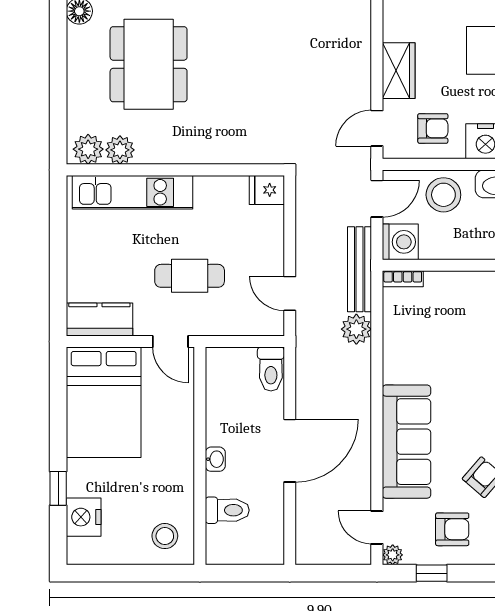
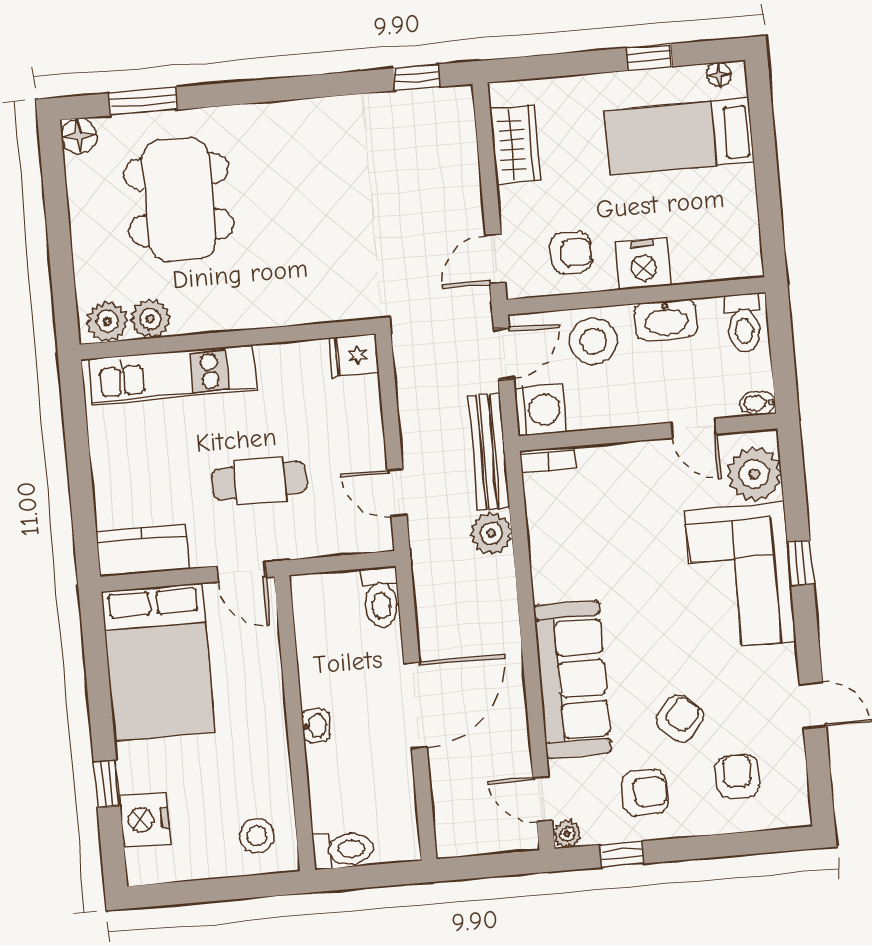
wardrobe: (399, 71) -> (515, 144), moved
toilet: (227, 510) -> (343, 849), moved

